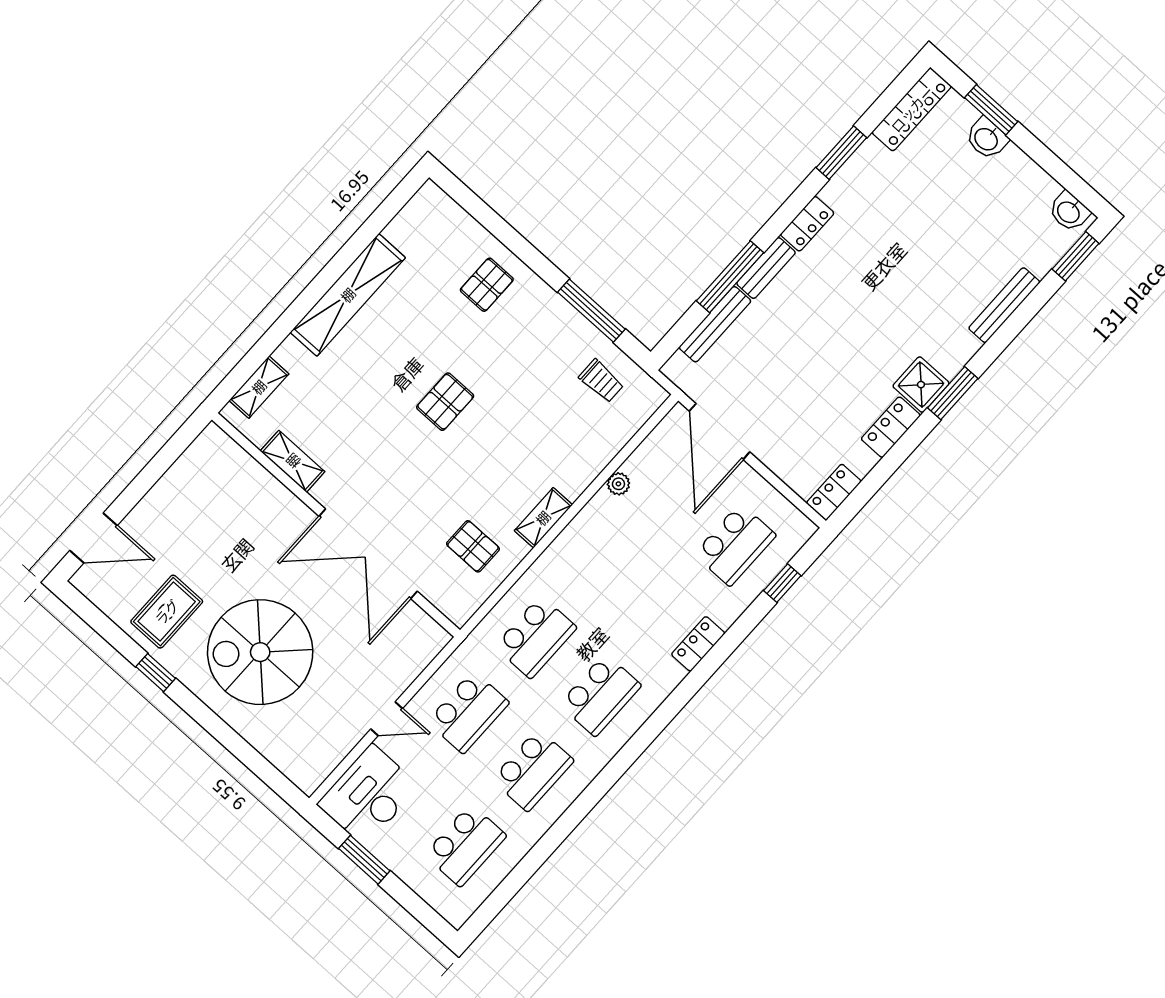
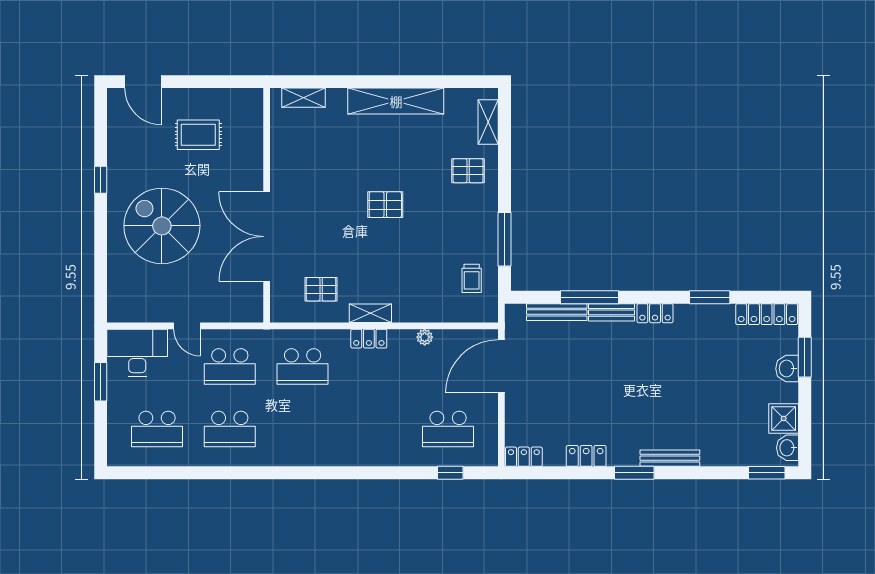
bench: (1004, 305) -> (670, 458), moved
shower: (921, 385) -> (784, 418), moved
shelving: (293, 461) -> (488, 122), moved
pallet: (473, 546) -> (321, 289), turned 90
rug: (167, 612) -> (198, 135), moved
locker: (698, 644) -> (369, 339), moved, turned 180
school desk: (600, 695) -> (303, 429), removed

